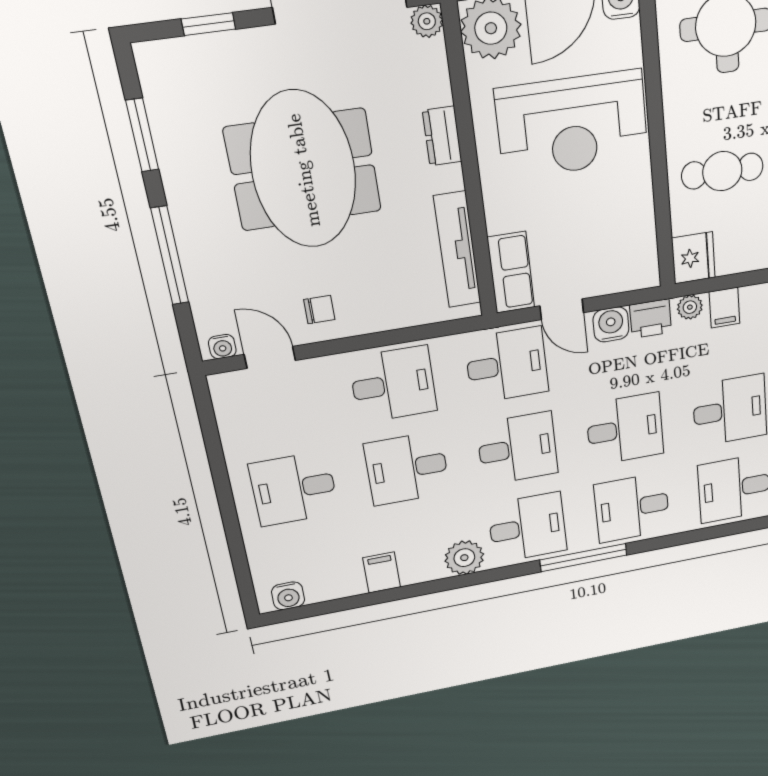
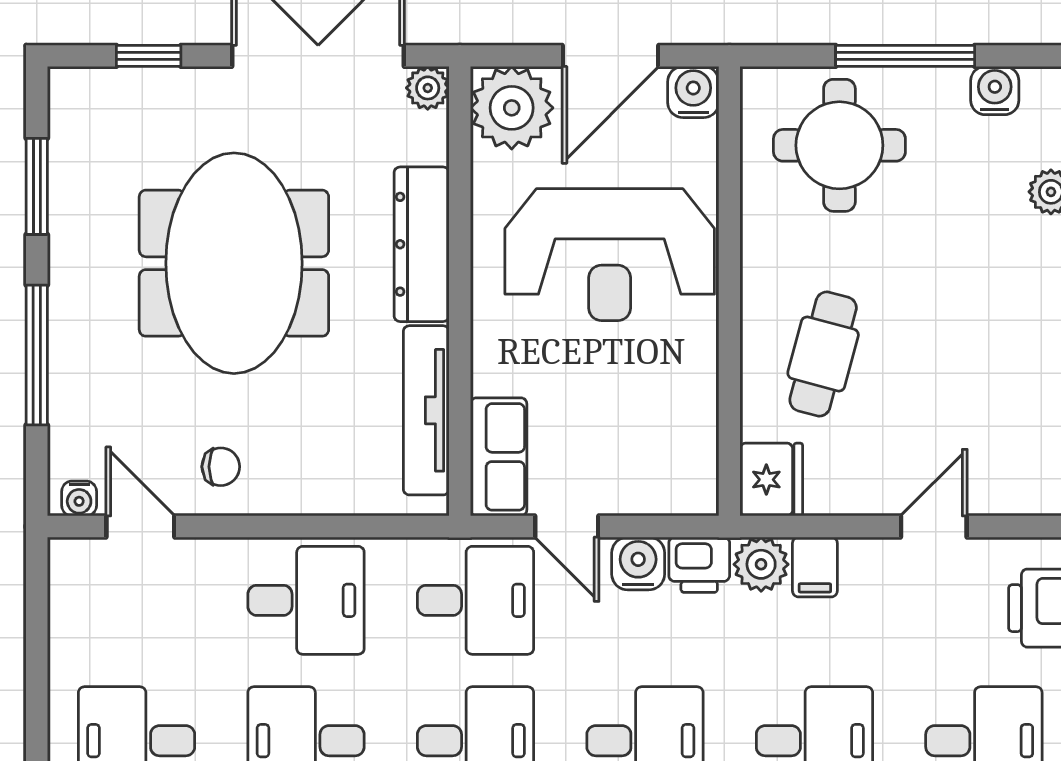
dresser: (442, 136) -> (422, 244), width x1.96, depth x1.24
cafe table: (722, 171) -> (823, 354), turned -75
plant: (690, 307) -> (761, 564), width x1.38, depth x1.38

